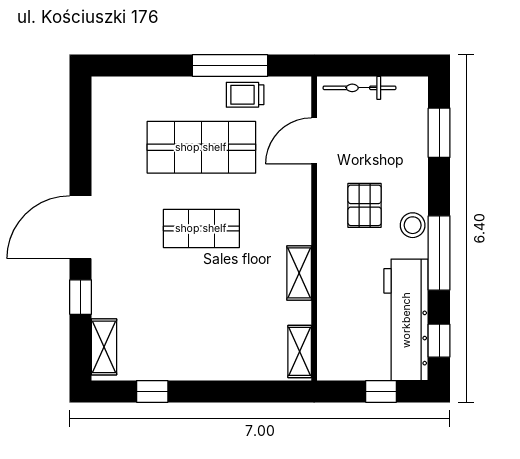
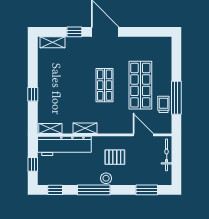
workbench: (406, 320) -> (64, 146), moved, turned 180
window: (152, 391) -> (33, 94), moved

